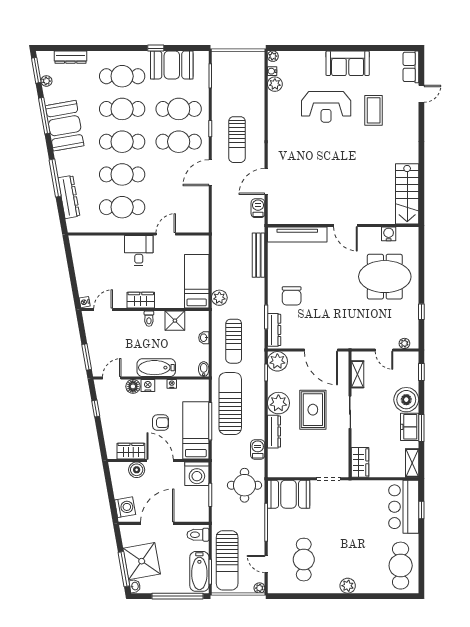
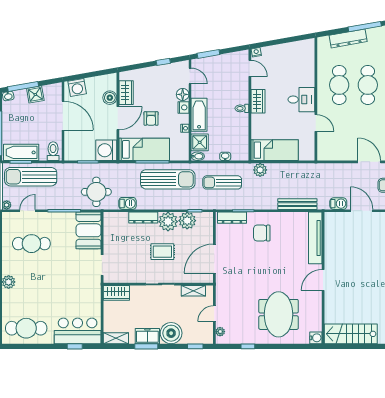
water cooler: (389, 234) -> (316, 338), moved
shower: (175, 321) -> (200, 142), moved
plant: (277, 361) -> (187, 221), moved
rug: (313, 410) -> (162, 252), width x0.73, depth x0.70
shower: (142, 561) -> (35, 94), width x0.54, depth x0.54

